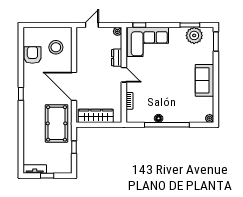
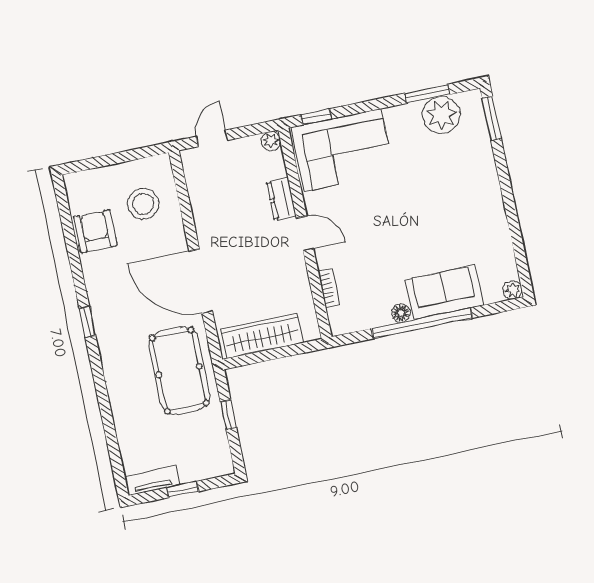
sofa: (204, 80) -> (444, 292), moved, turned 90

